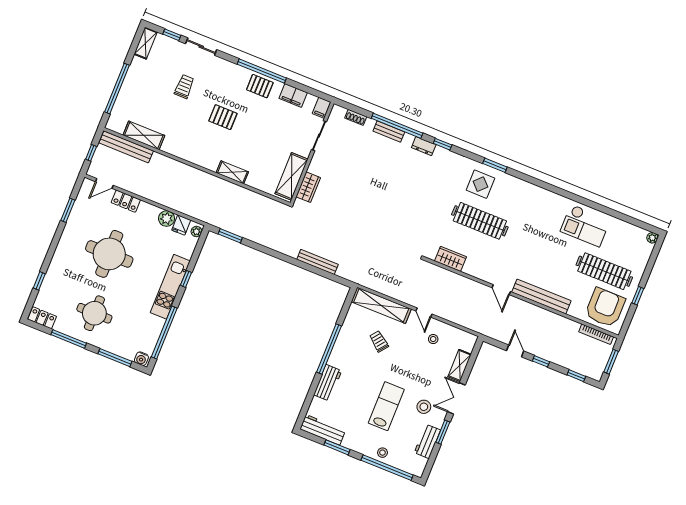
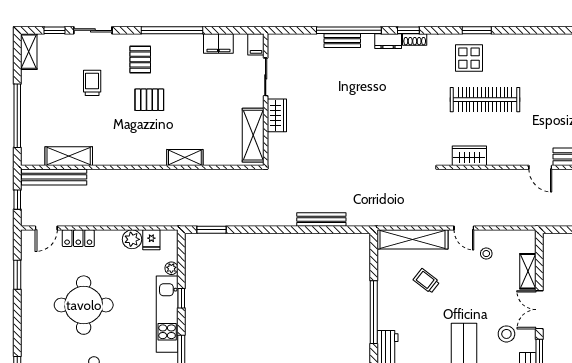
pallet: (260, 86) -> (140, 60), moved, turned 90
shoe rack: (356, 117) -> (415, 40), moved
wardrobe: (308, 187) -> (277, 115), moved
plant: (196, 231) -> (171, 268), moved

